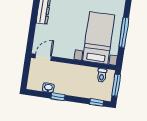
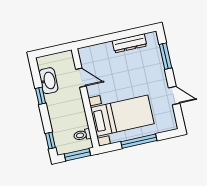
door: (43, 57) -> (81, 78), moved
washbasin: (48, 88) -> (48, 81), width x1.91, depth x1.45

